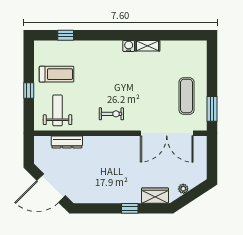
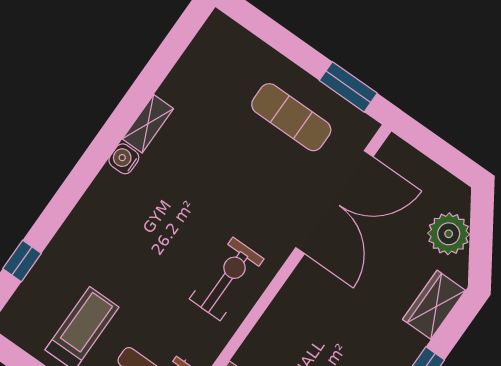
exercise bike: (111, 114) -> (227, 279), width x1.38, depth x1.39
plant: (183, 189) -> (449, 234), width x1.88, depth x1.88

